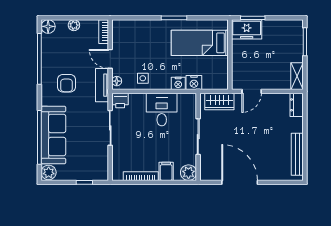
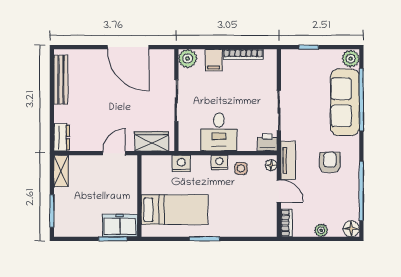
nightstand: (178, 83) -> (219, 163), moved

